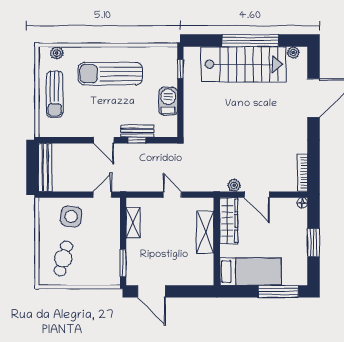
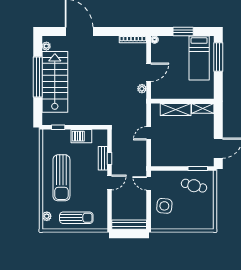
wardrobe: (229, 221) -> (167, 93), removed
shelving: (133, 223) -> (203, 108), moved
cafe table: (63, 259) -> (194, 186), moved
bed: (250, 272) -> (199, 58), moved, turned 180

